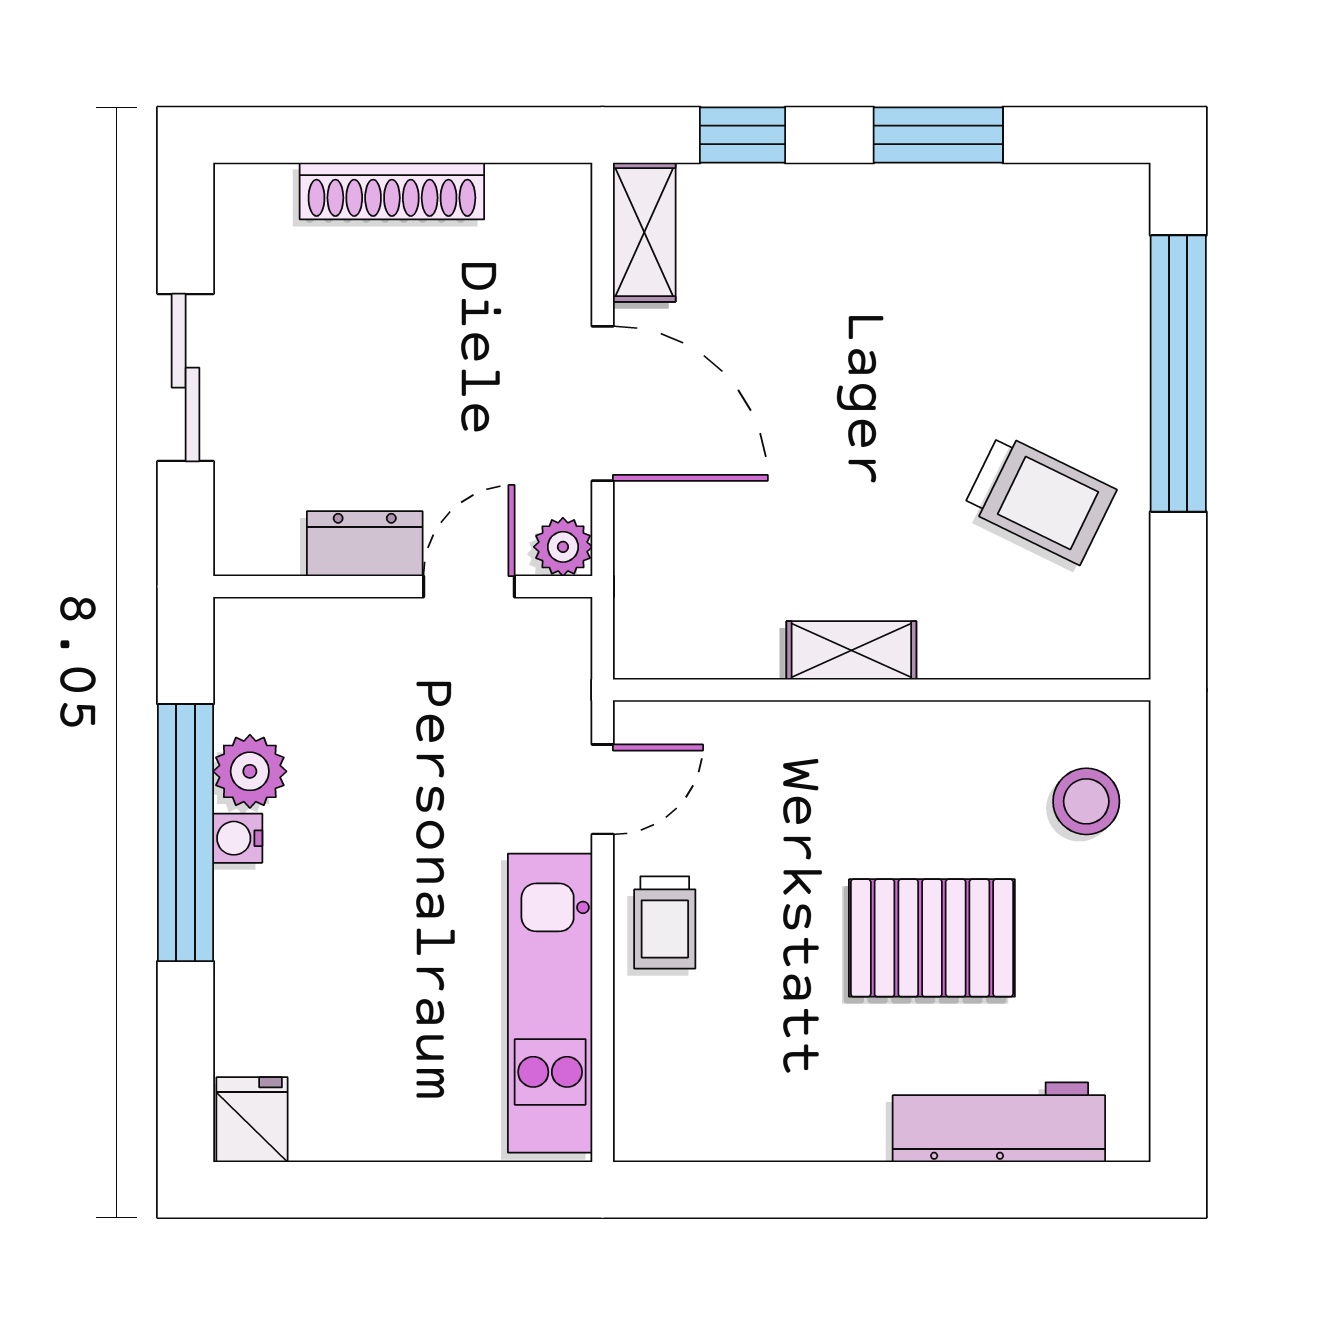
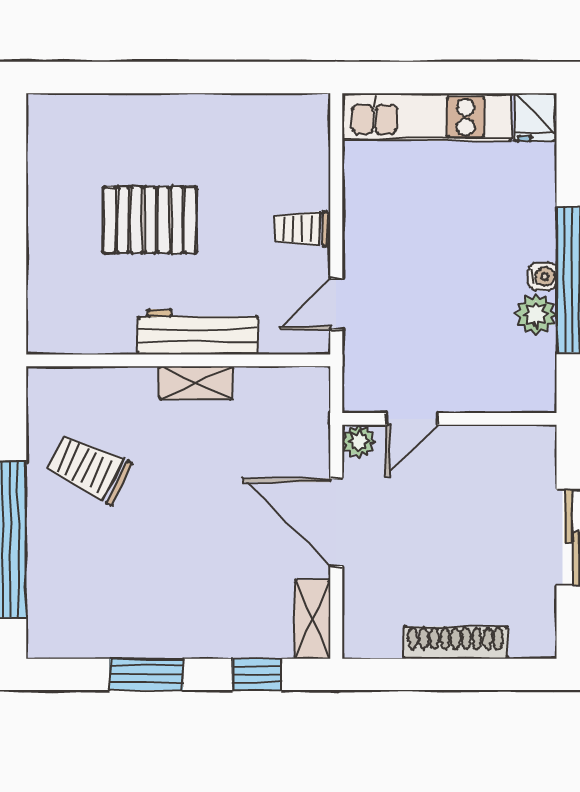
dresser: (365, 544) -> (471, 443), removed
stool: (1086, 801) -> (63, 297), removed
trolley: (665, 922) -> (301, 229), turned -90
kitchen unit: (550, 1003) -> (427, 117), moved, turned 90
workbench: (999, 1122) -> (198, 332), moved, turned 180

